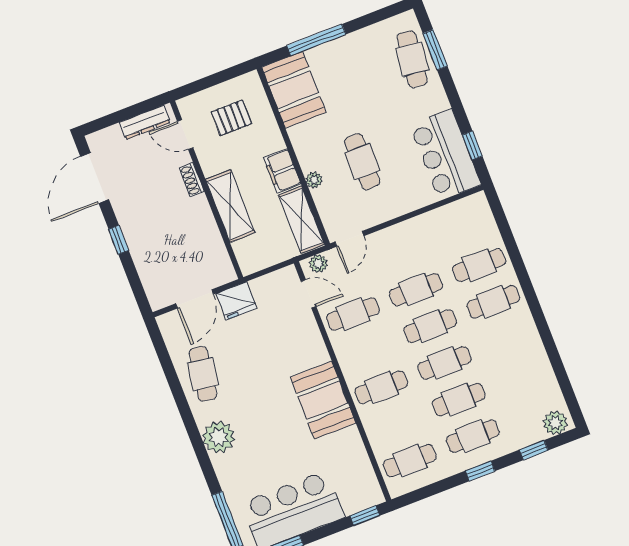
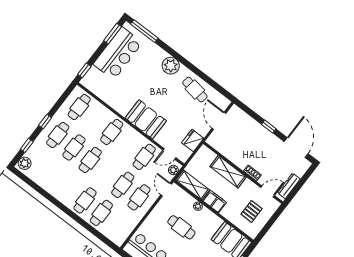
fridge: (236, 301) -> (193, 140), moved
cafe table: (430, 326) -> (139, 197), moved
booth: (323, 400) -> (146, 119), moved

